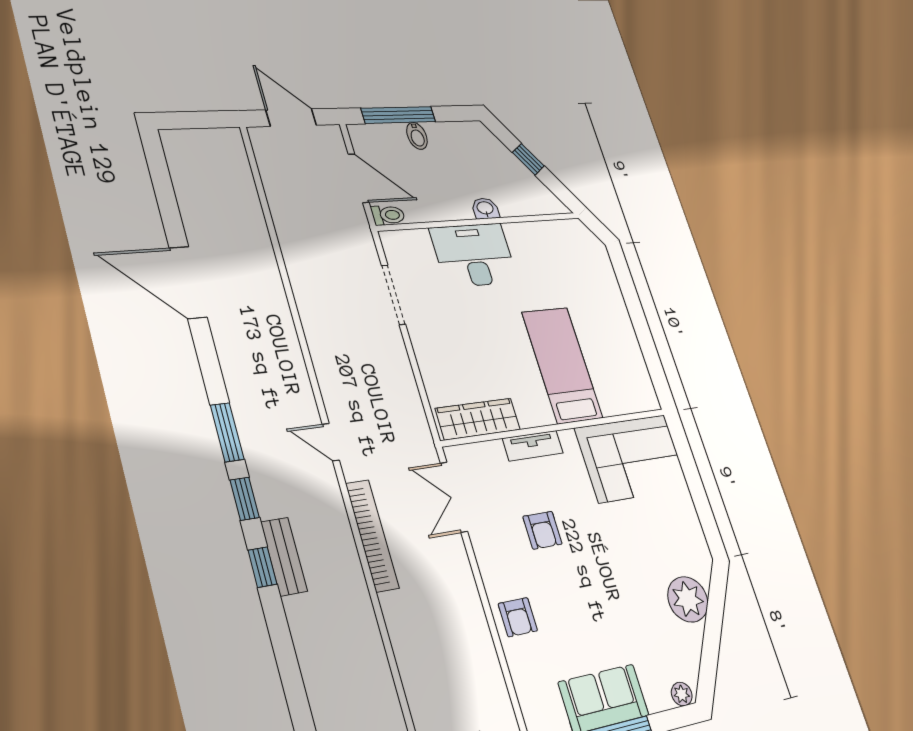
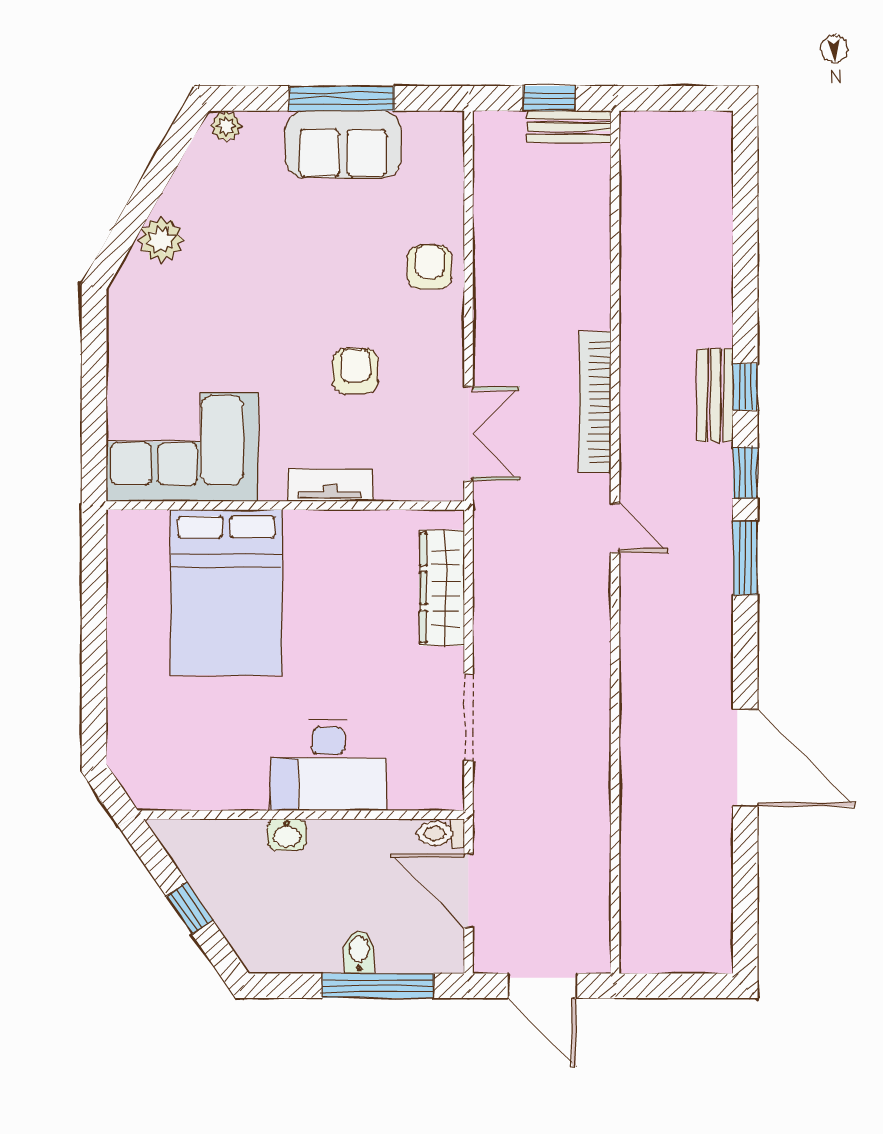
bed: (562, 365) -> (226, 592), width x1.50
wardrobe: (478, 419) -> (442, 588), moved, turned 90
plant: (688, 599) -> (161, 240), width x0.73, depth x0.73

